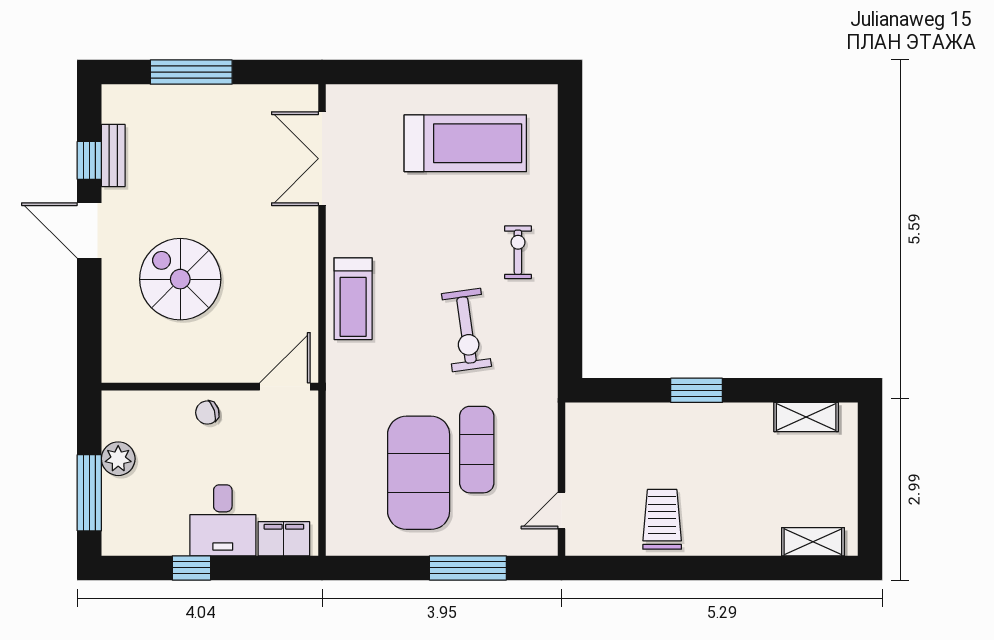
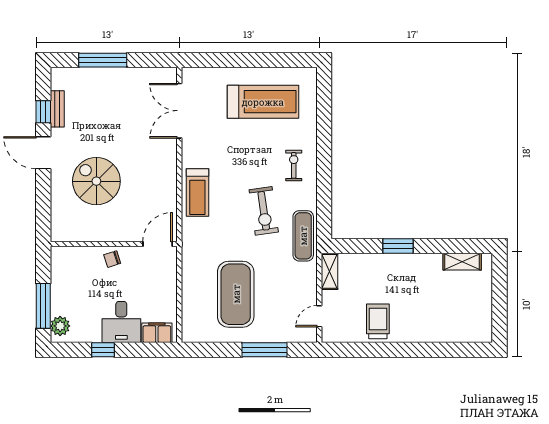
exercise mat: (477, 450) -> (303, 236), moved
plant: (118, 459) -> (60, 326), moved
shelving: (813, 542) -> (330, 271), moved, turned 90

